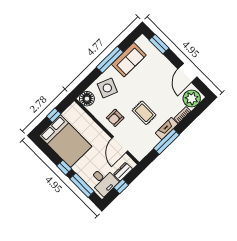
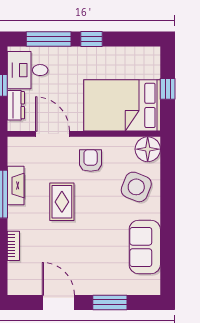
window: (159, 44) -> (110, 302), moved
window: (110, 60) -> (168, 224), removed
plant: (192, 98) -> (22, 277), removed
rug: (144, 113) -> (62, 202), turned 90
fireplace: (167, 128) -> (16, 186), moved
bed: (65, 141) -> (122, 105), moved

